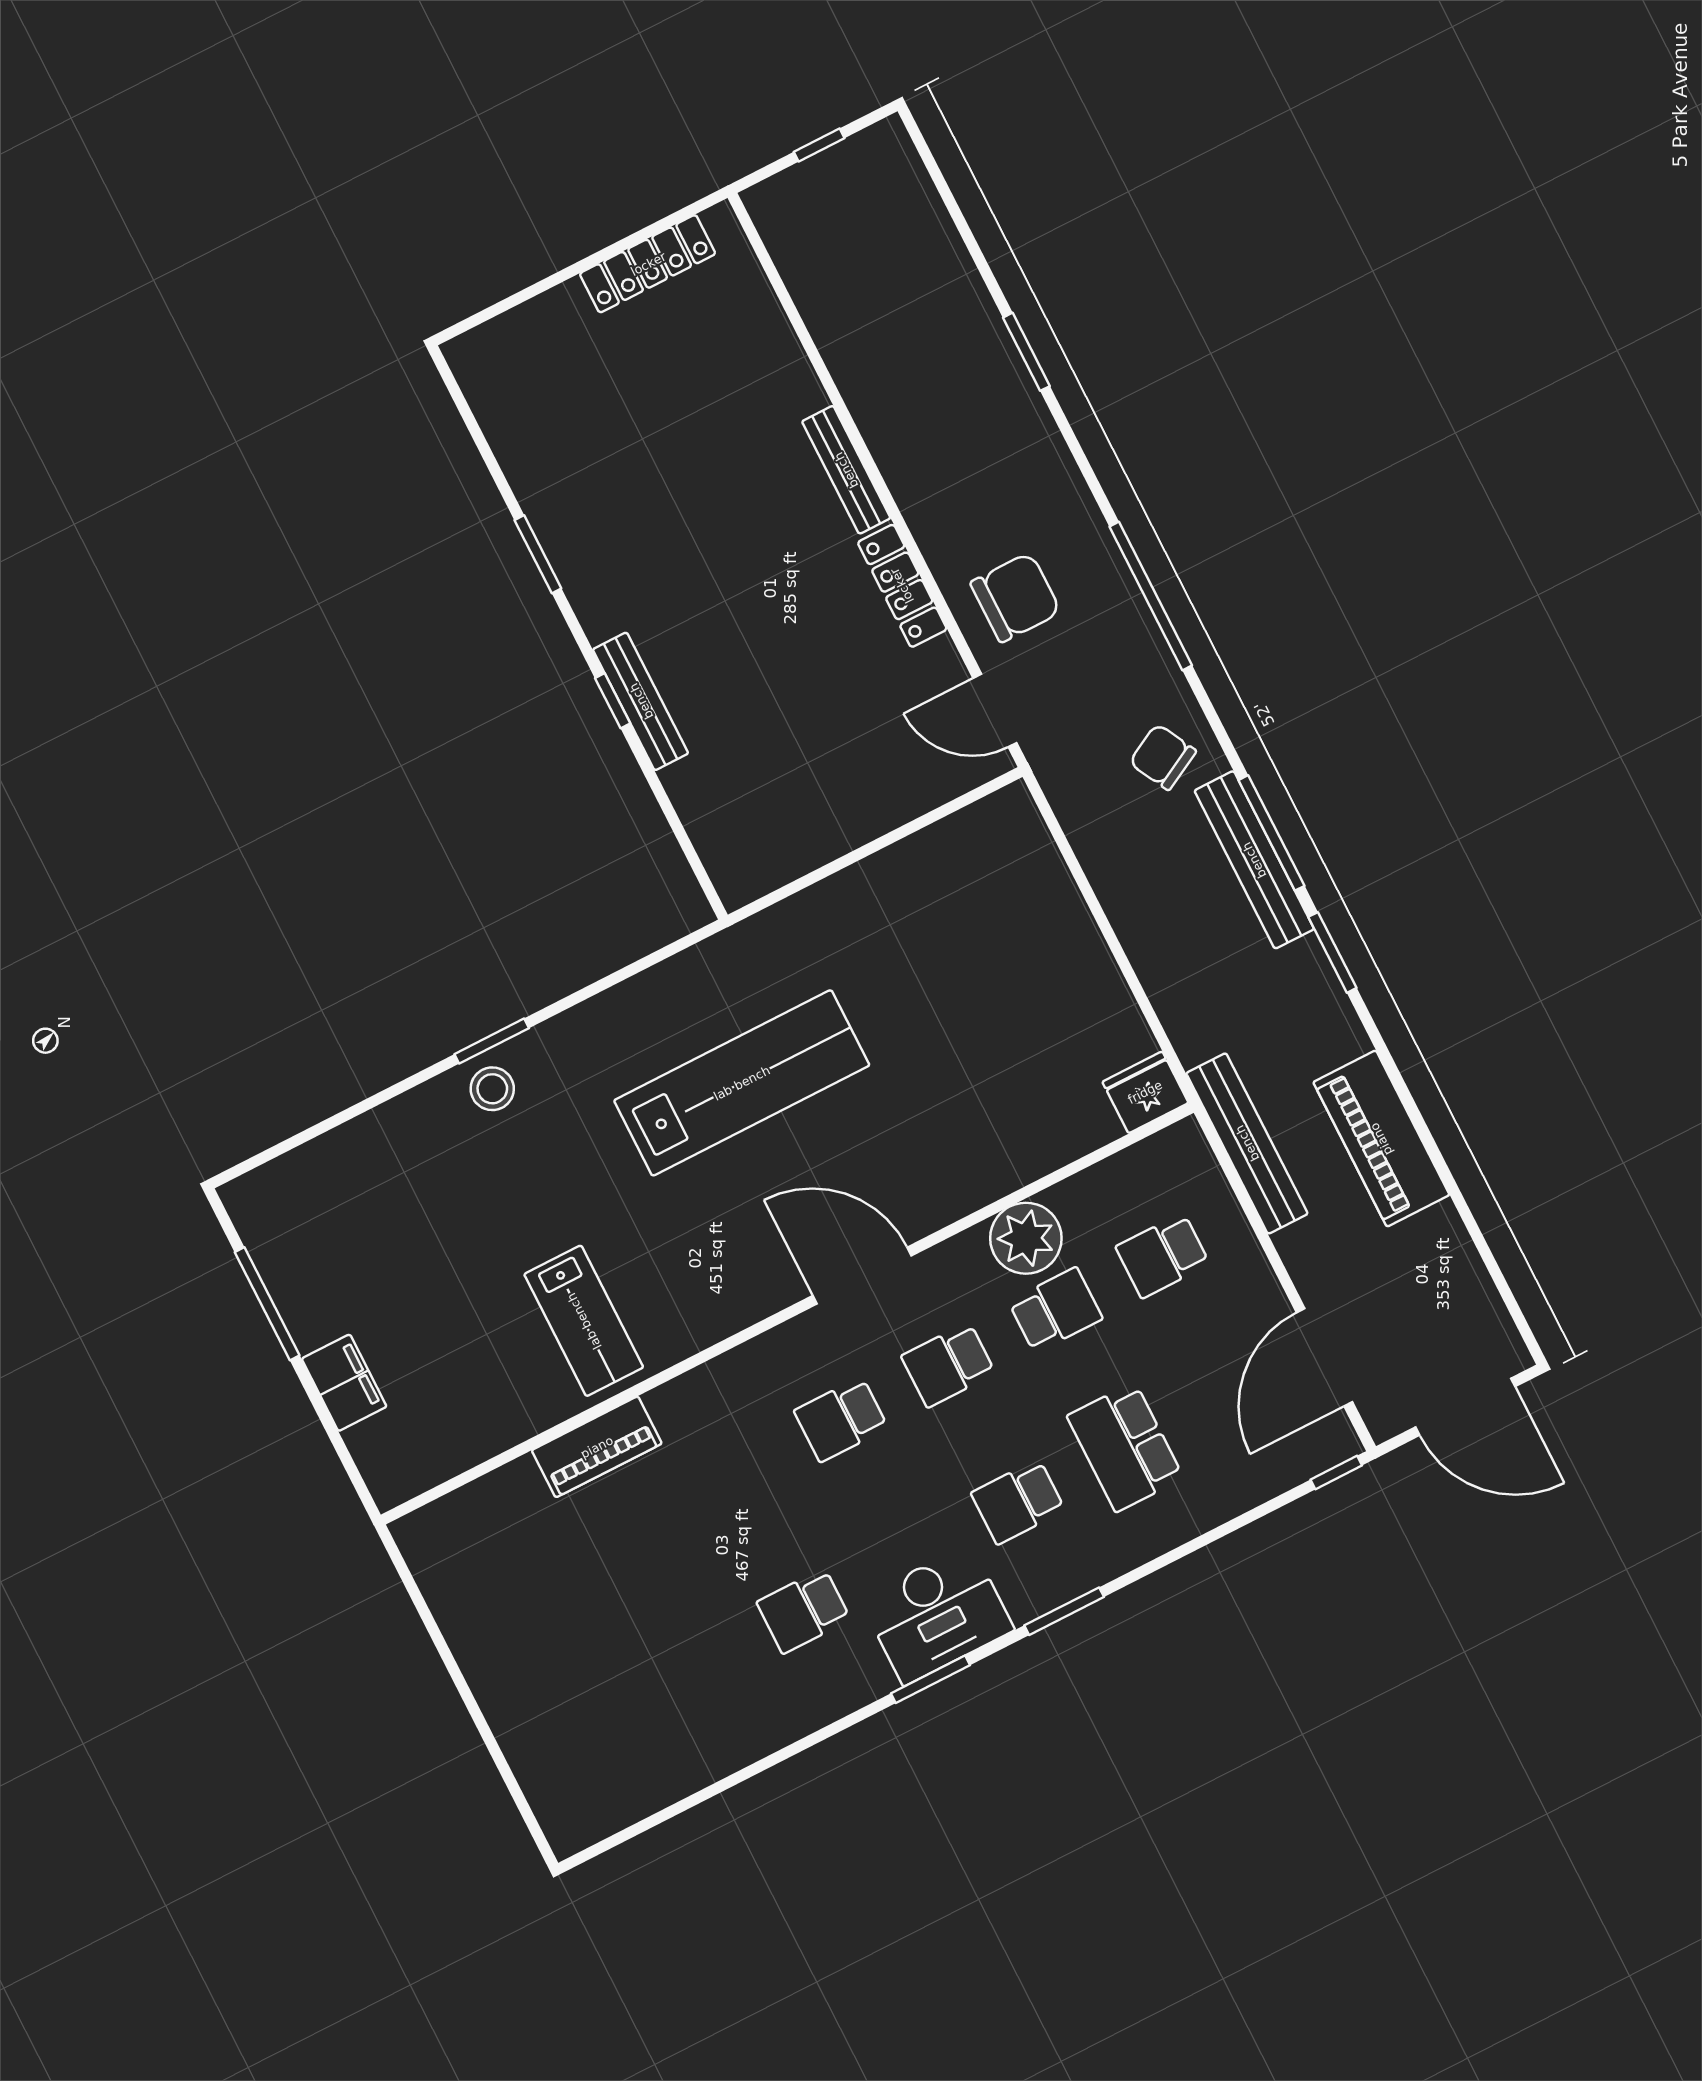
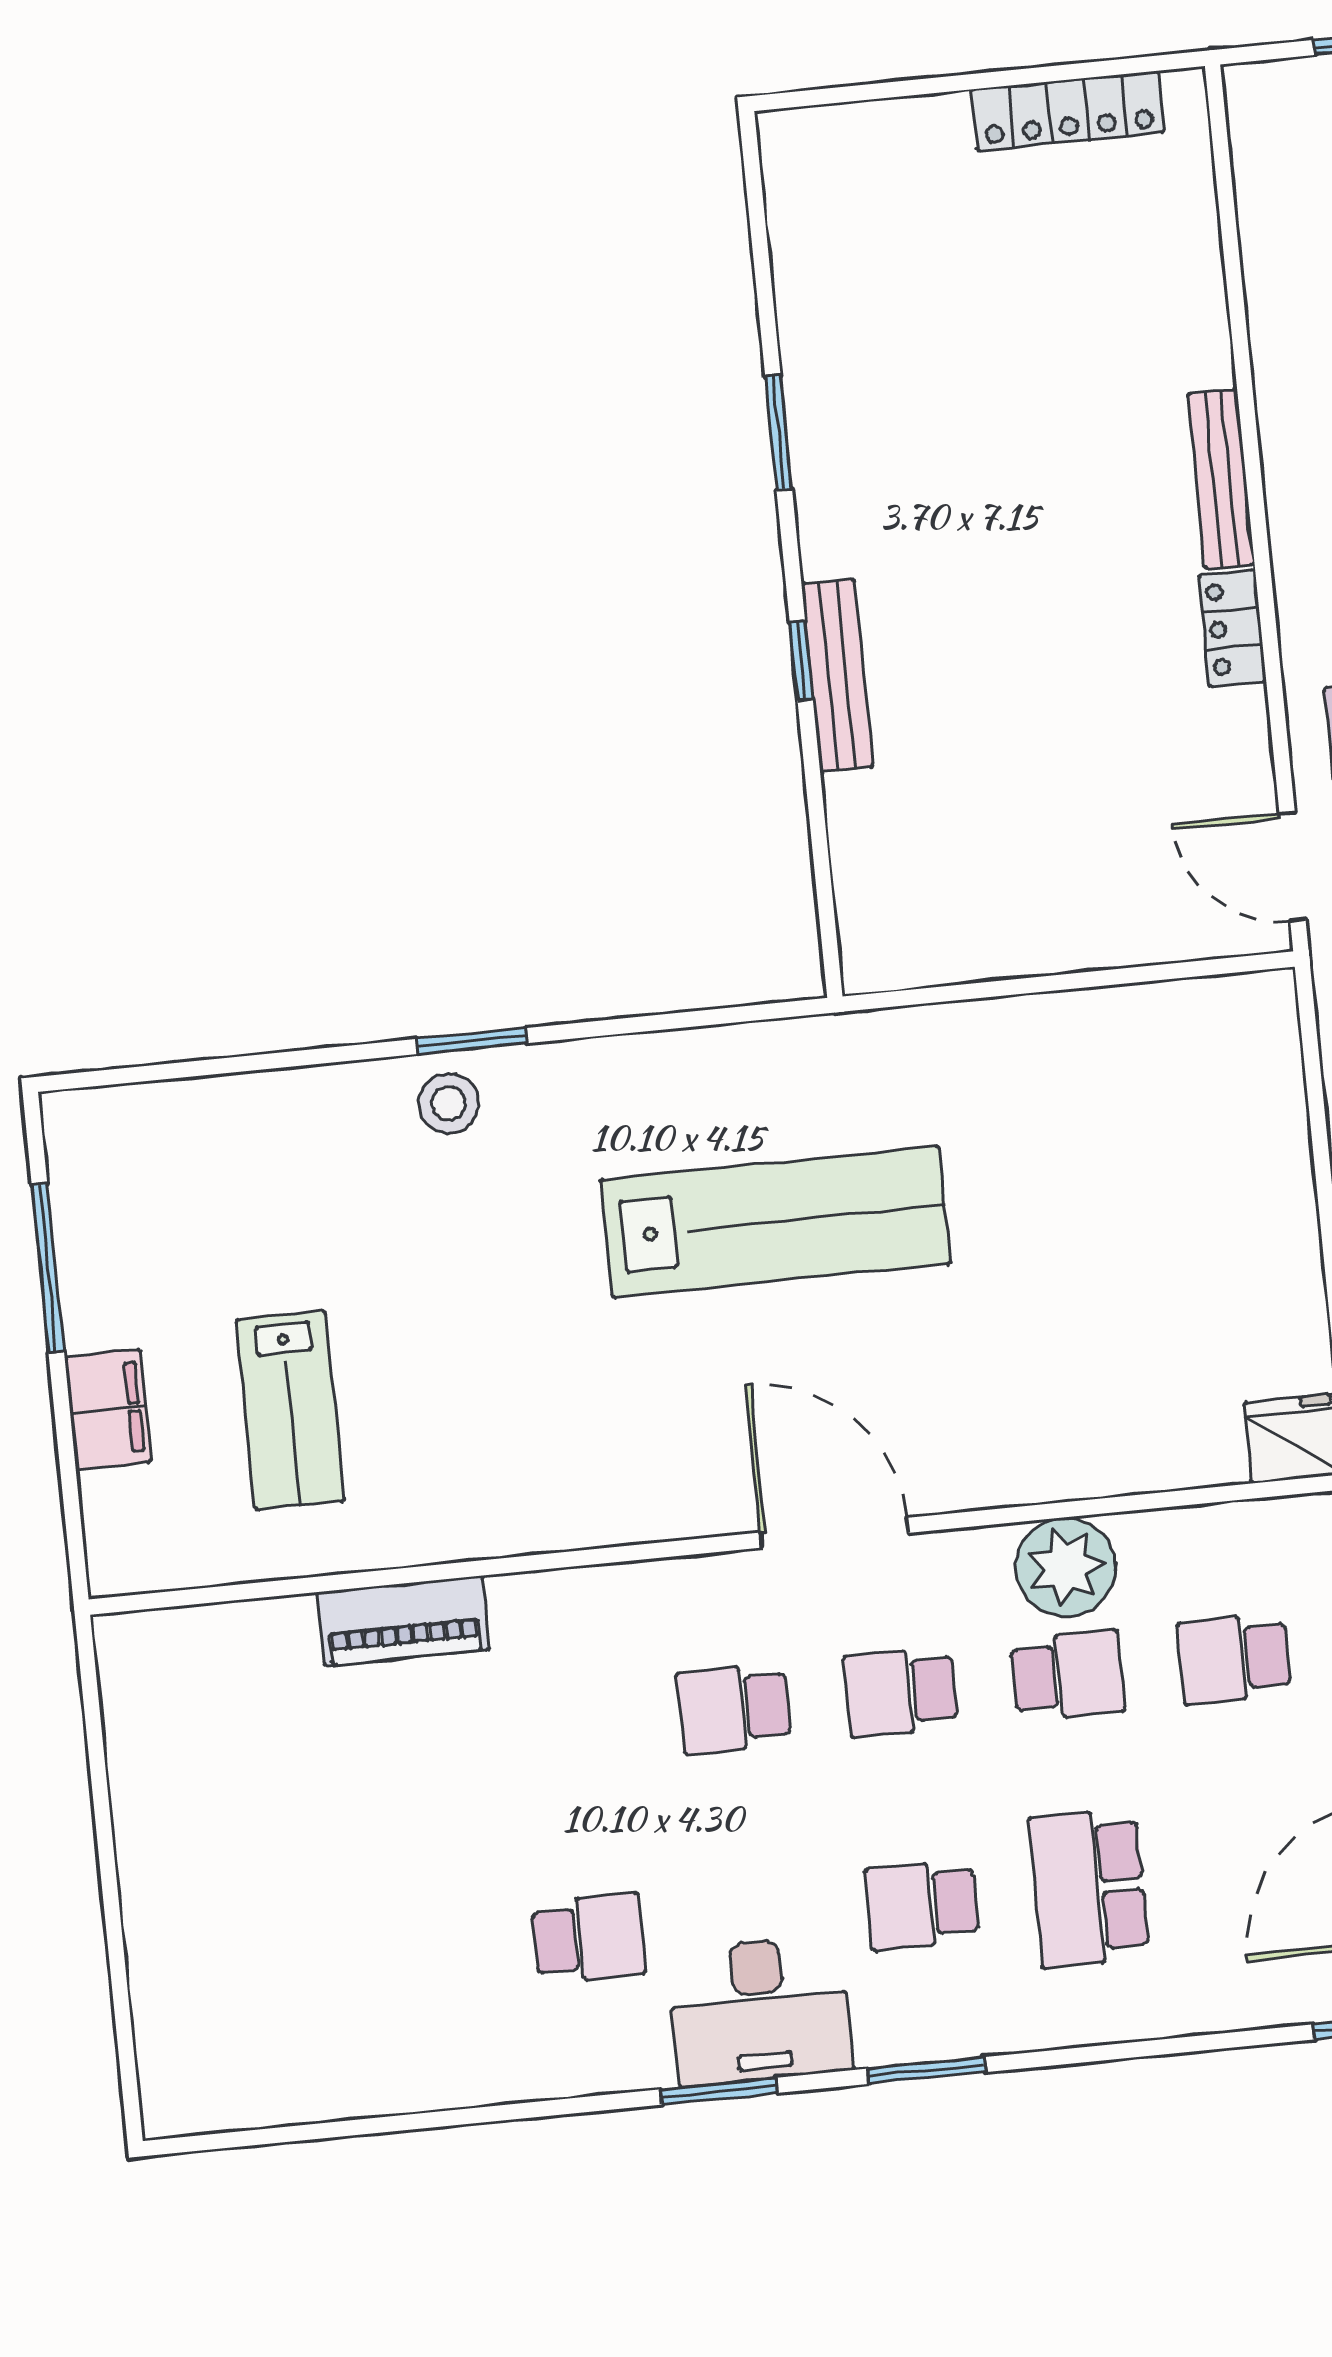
locker: (902, 586) -> (1232, 628), width x0.66
lab bench: (584, 1321) -> (290, 1410), moved
school desk: (804, 1611) -> (589, 1938), turned 180

